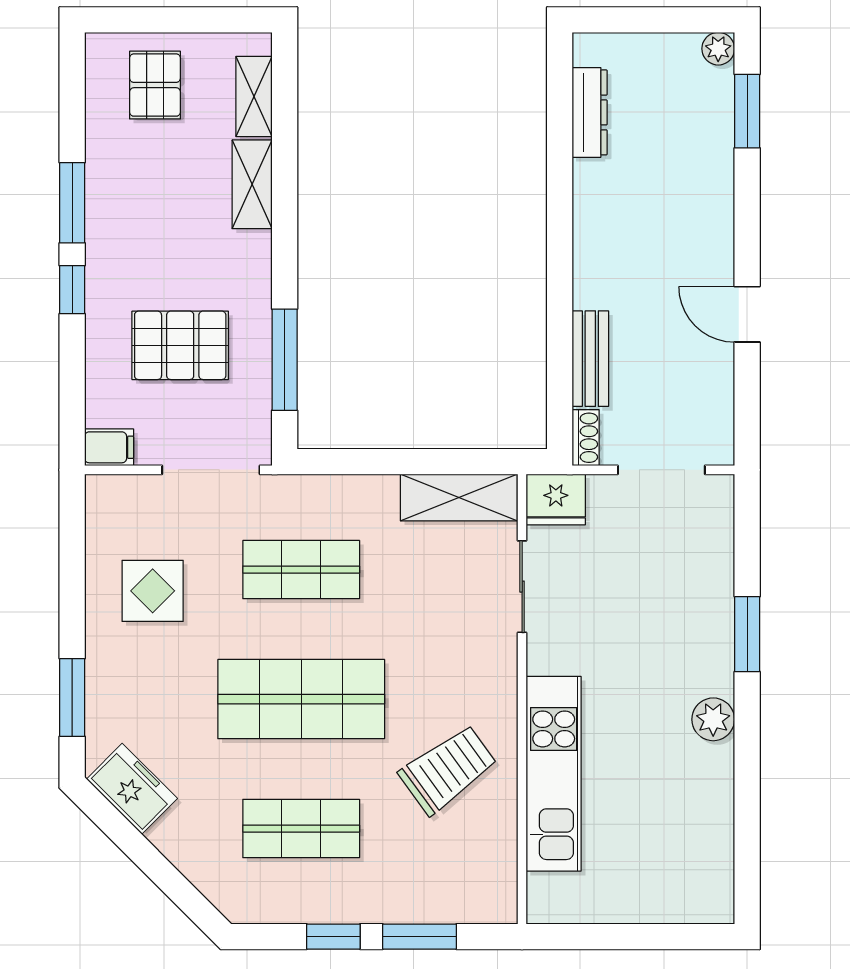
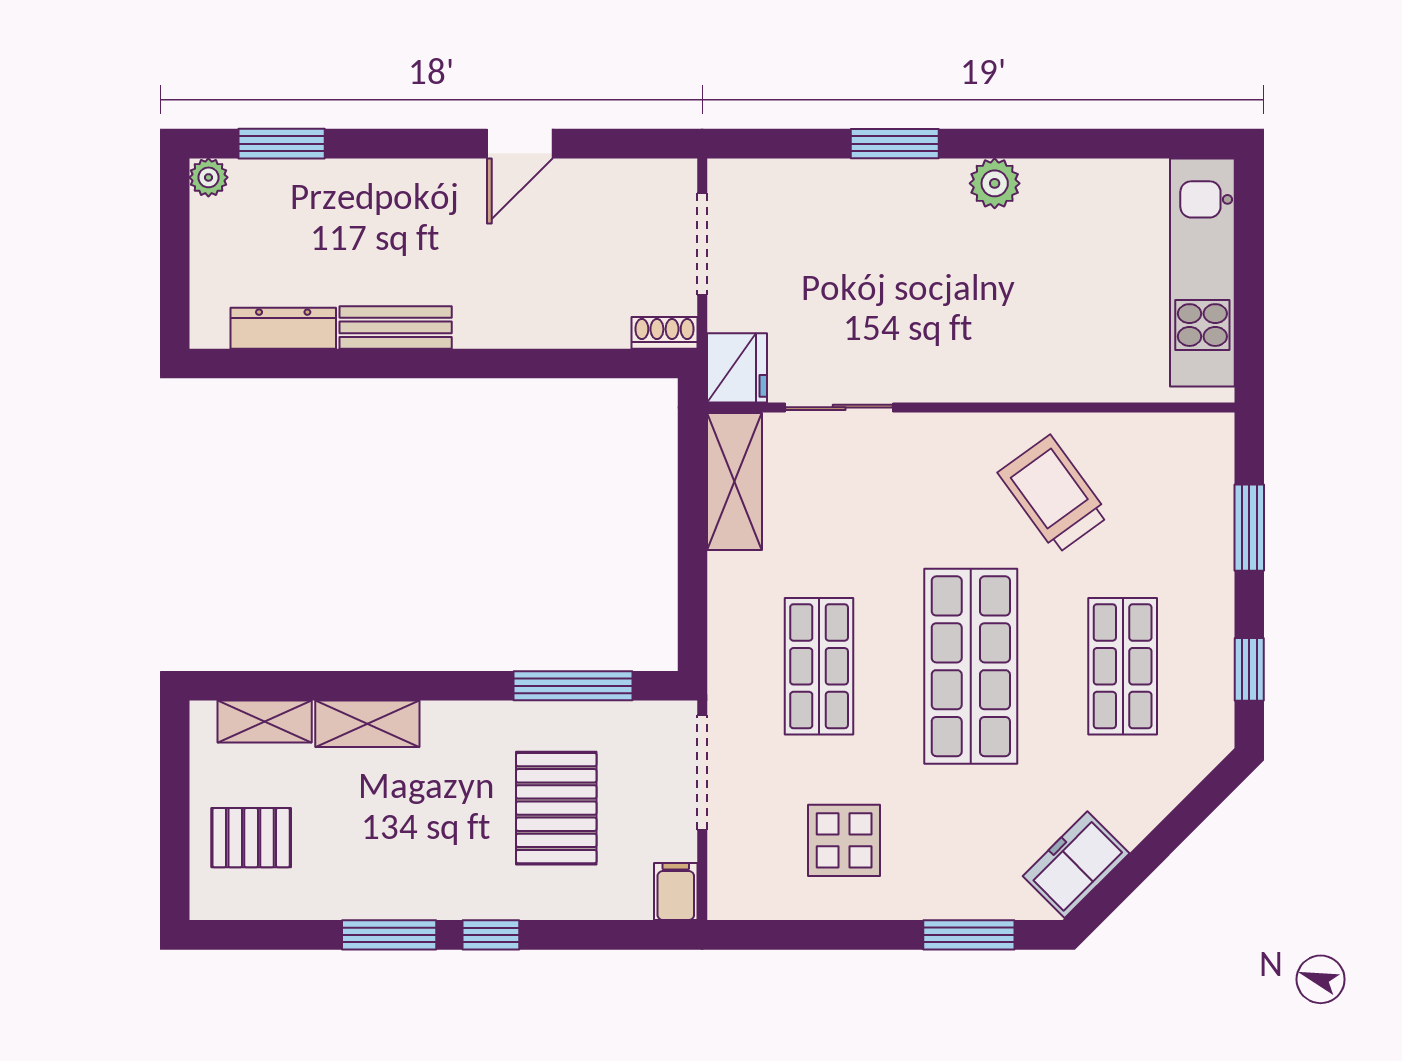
bench: (590, 359) -> (396, 327), moved
kitchen unit: (554, 774) -> (1202, 272), moved, turned -90
window: (333, 937) -> (1249, 669), moved

